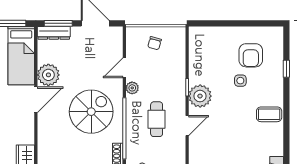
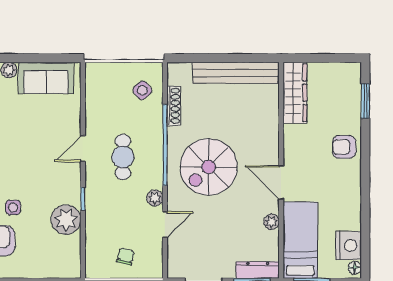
plant: (48, 75) -> (271, 222), width x0.53, depth x0.53
plant: (200, 96) -> (66, 220), moved
door: (36, 100) -> (281, 182), hinge flipped

